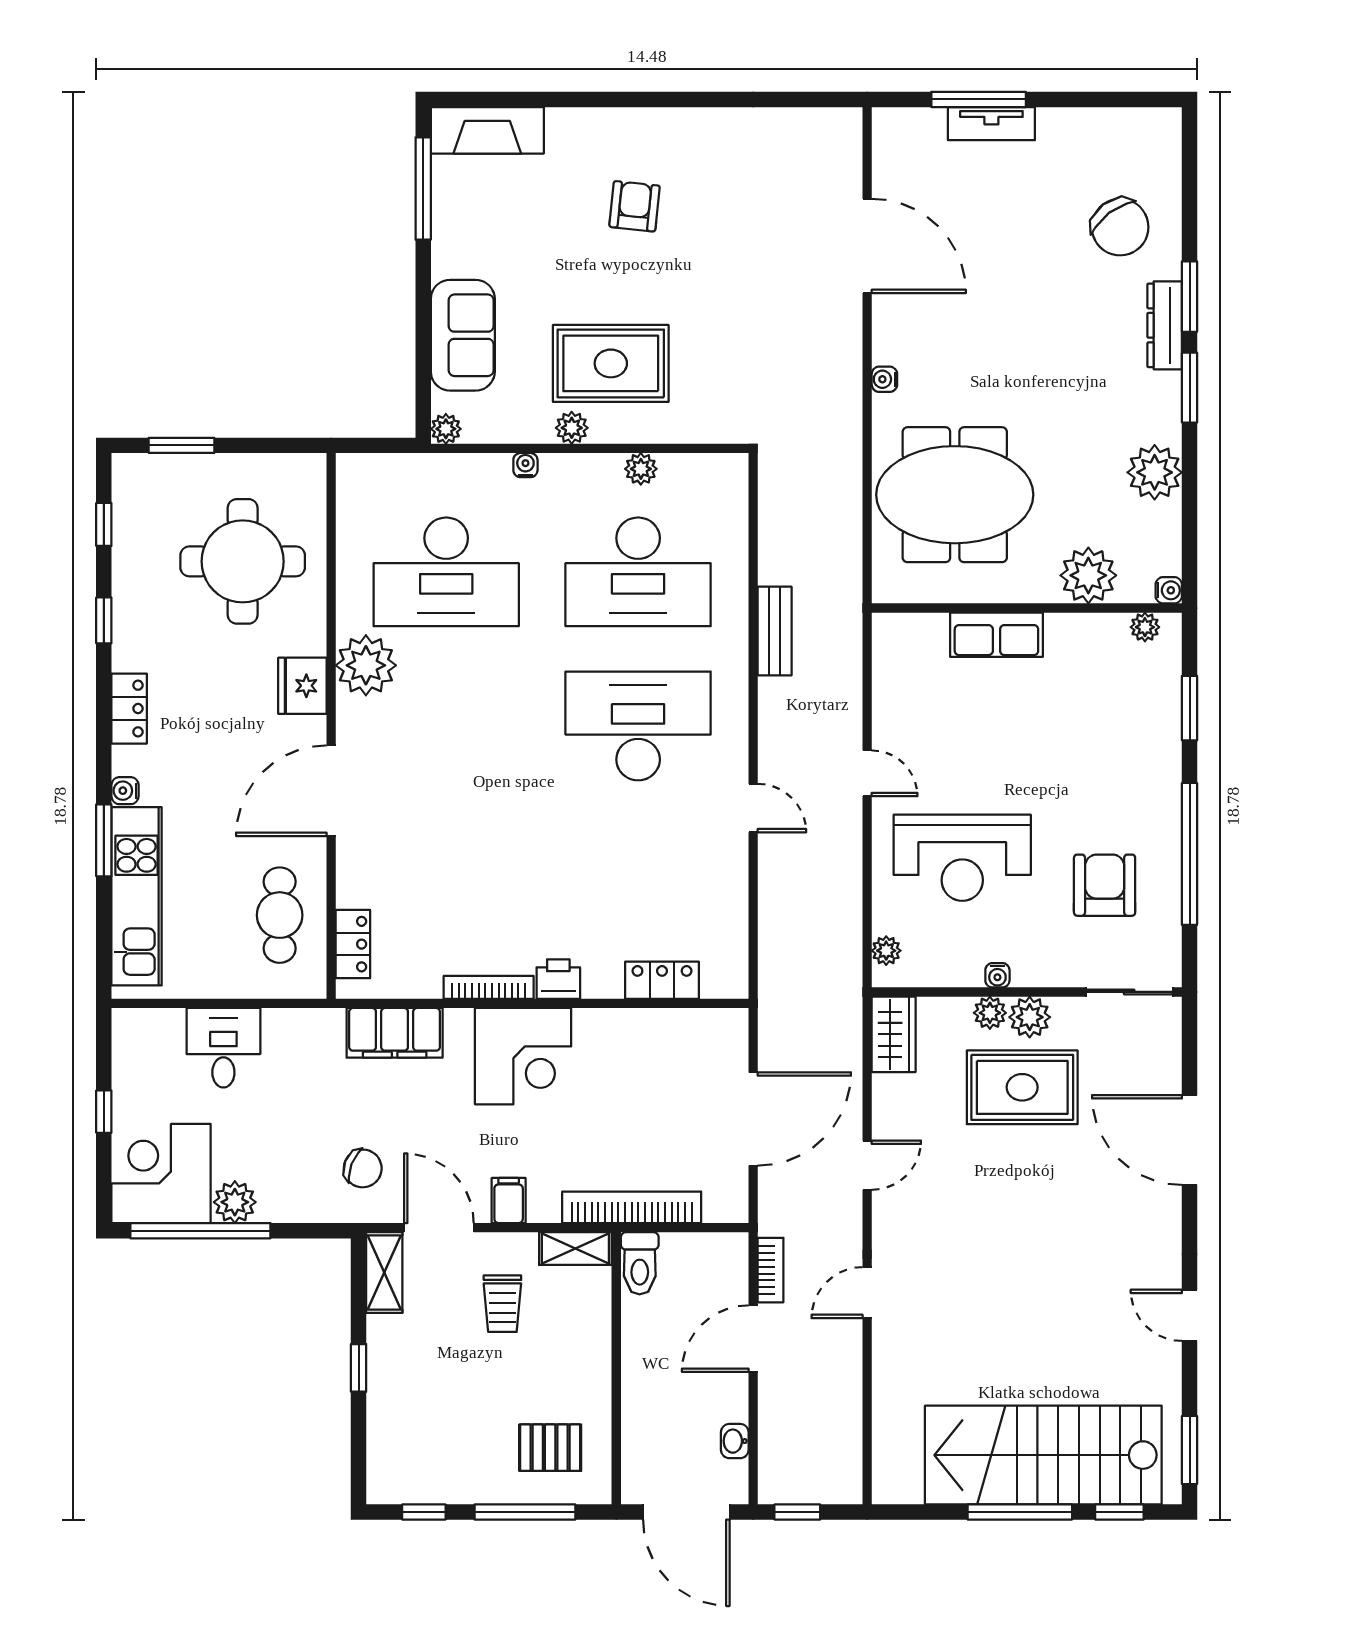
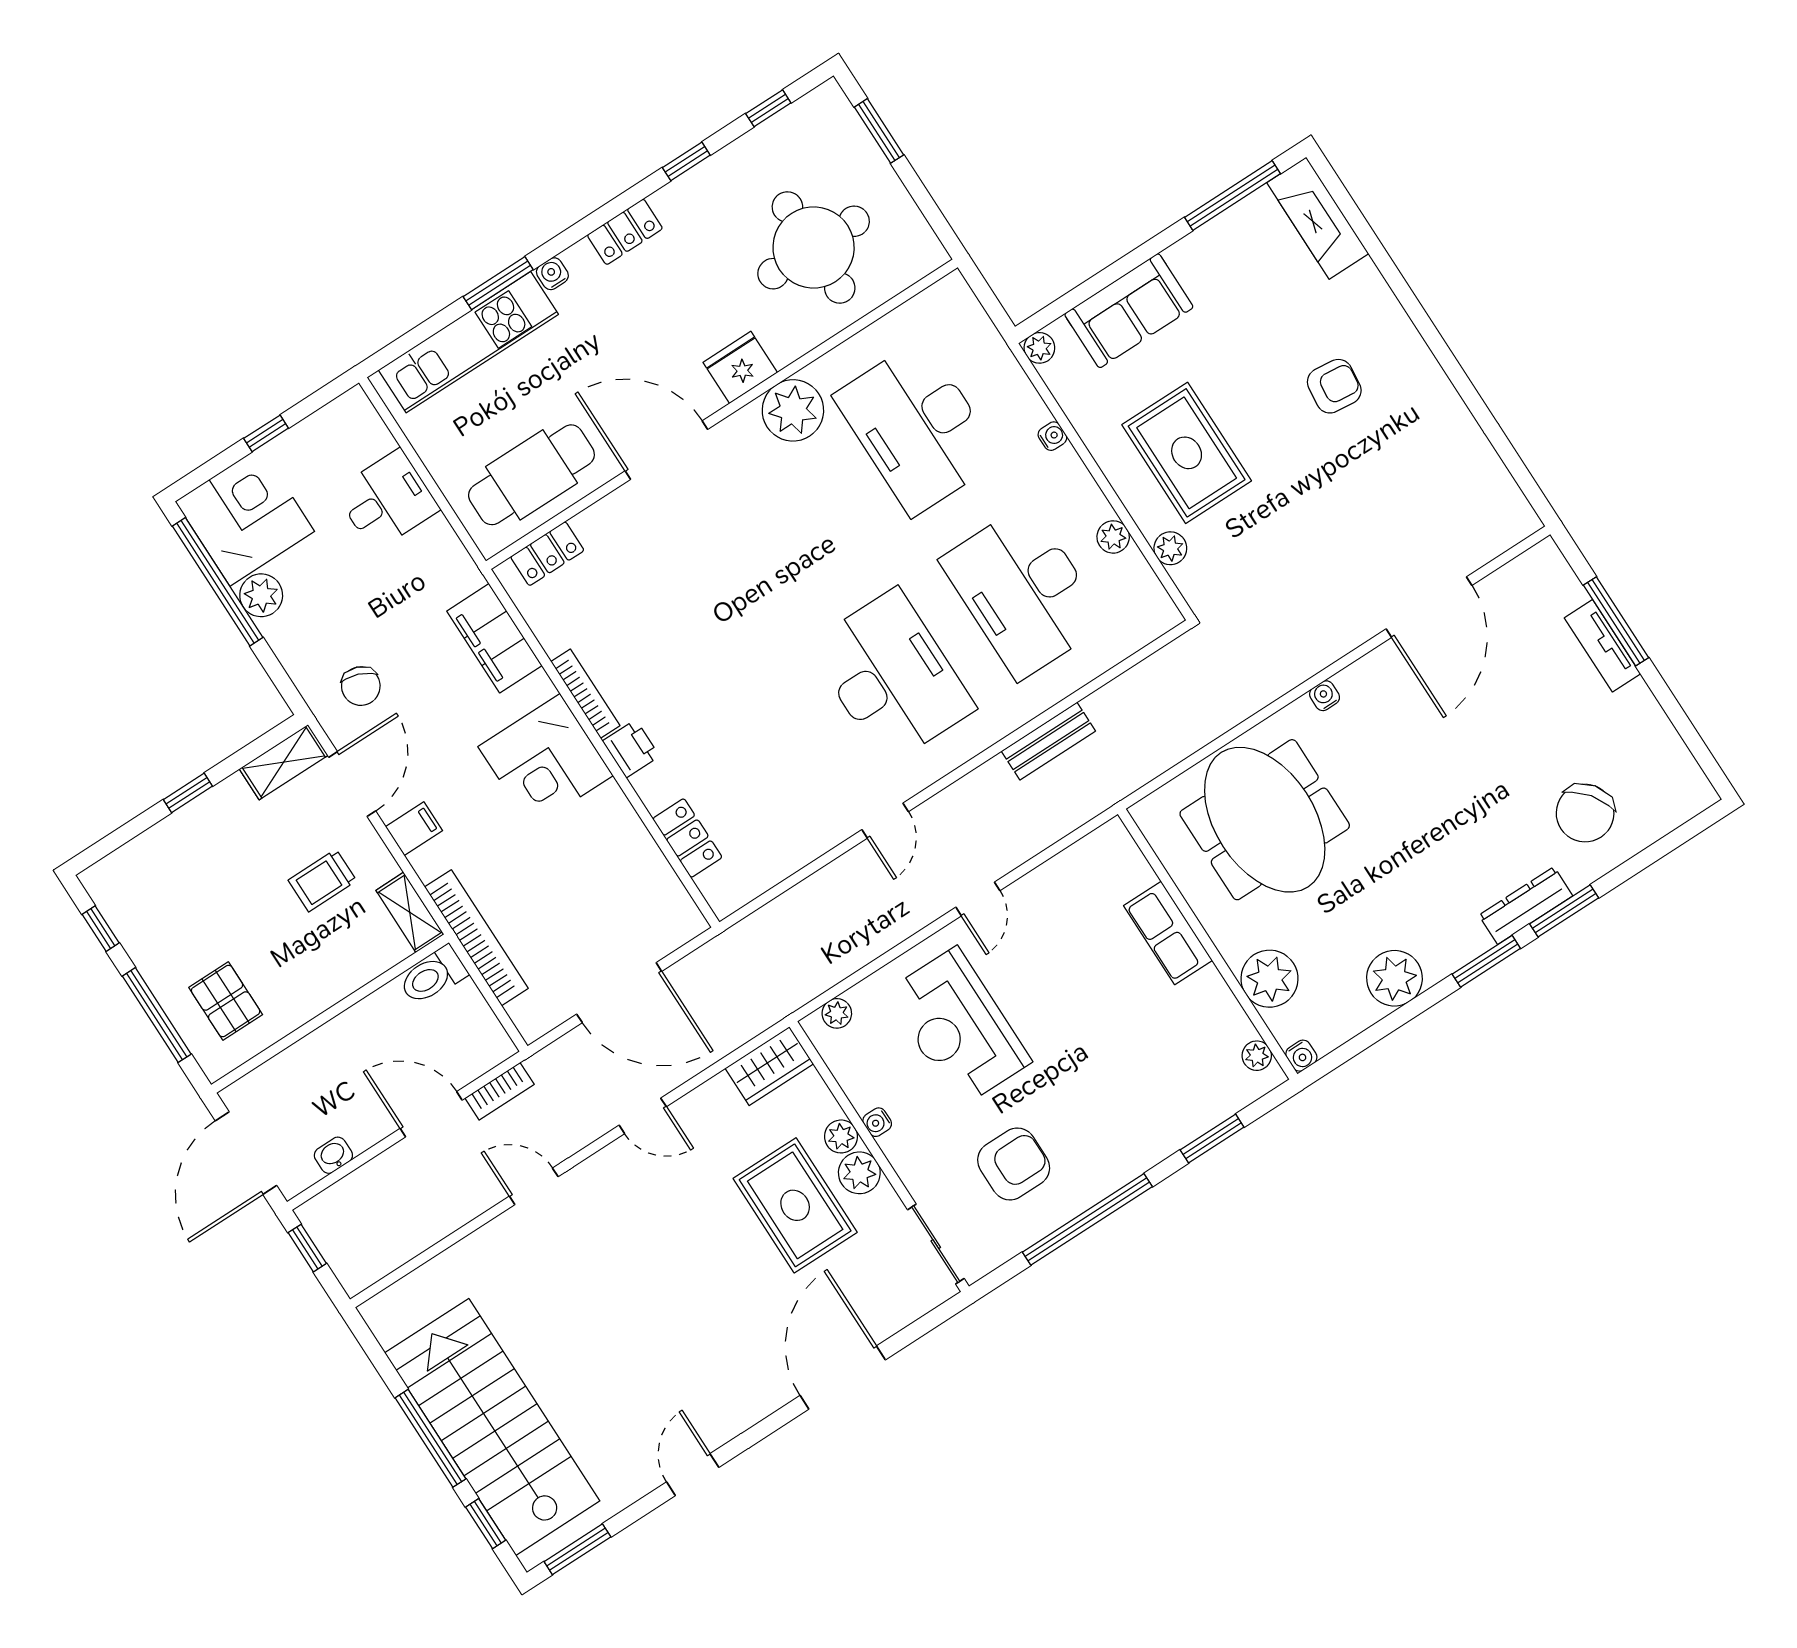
plant: (572, 428) -> (1170, 548), moved
cafe table: (280, 915) -> (531, 475), width x1.37, depth x1.35

